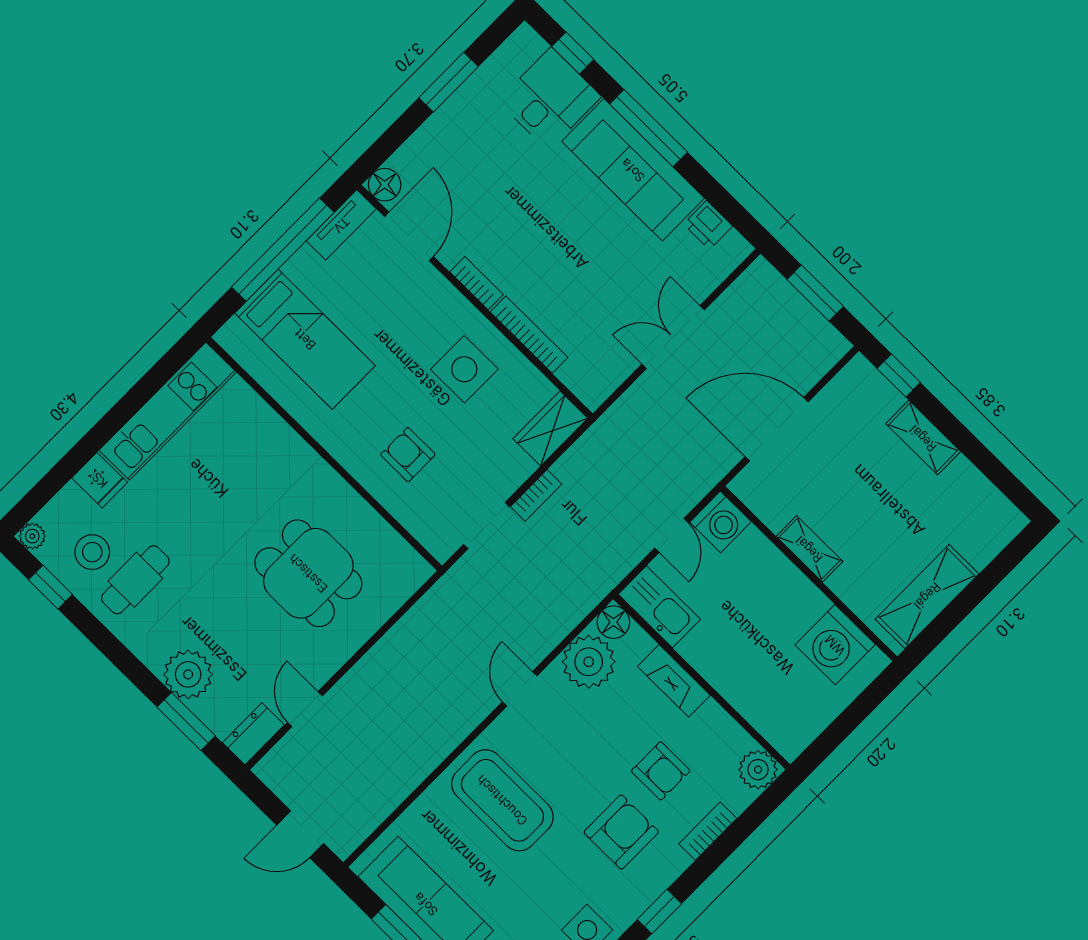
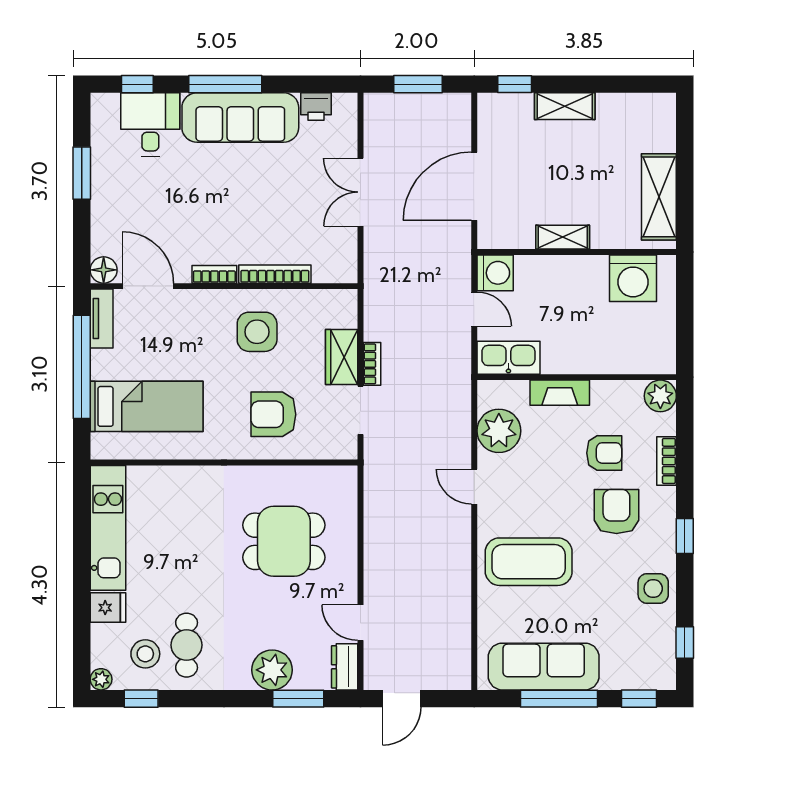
wardrobe: (550, 429) -> (342, 357), moved
armchair: (408, 455) -> (273, 414), width x1.38, depth x1.38
floor lamp: (613, 622) -> (490, 393), removed
door: (300, 834) -> (402, 699), moved

